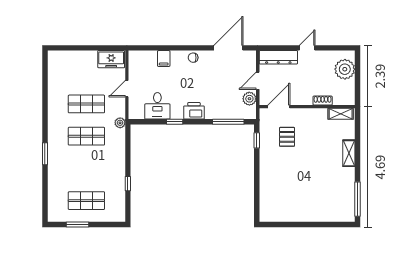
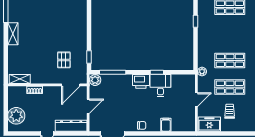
trolley: (87, 75) -> (230, 111), added
plant: (249, 99) -> (95, 80), moved
desk: (157, 106) -> (160, 85), moved
shelving: (349, 153) -> (13, 34), moved

